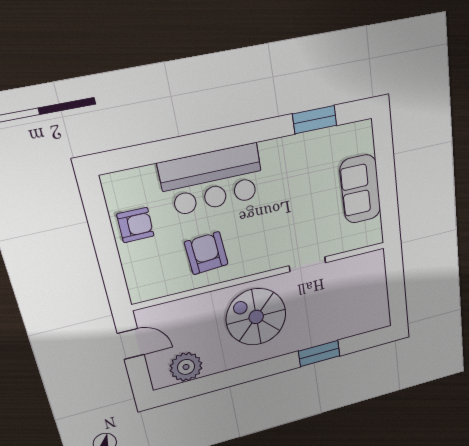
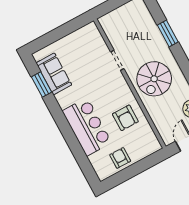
sofa: (360, 189) -> (54, 74), moved, turned -90
armchair: (206, 253) -> (125, 118), turned -86

